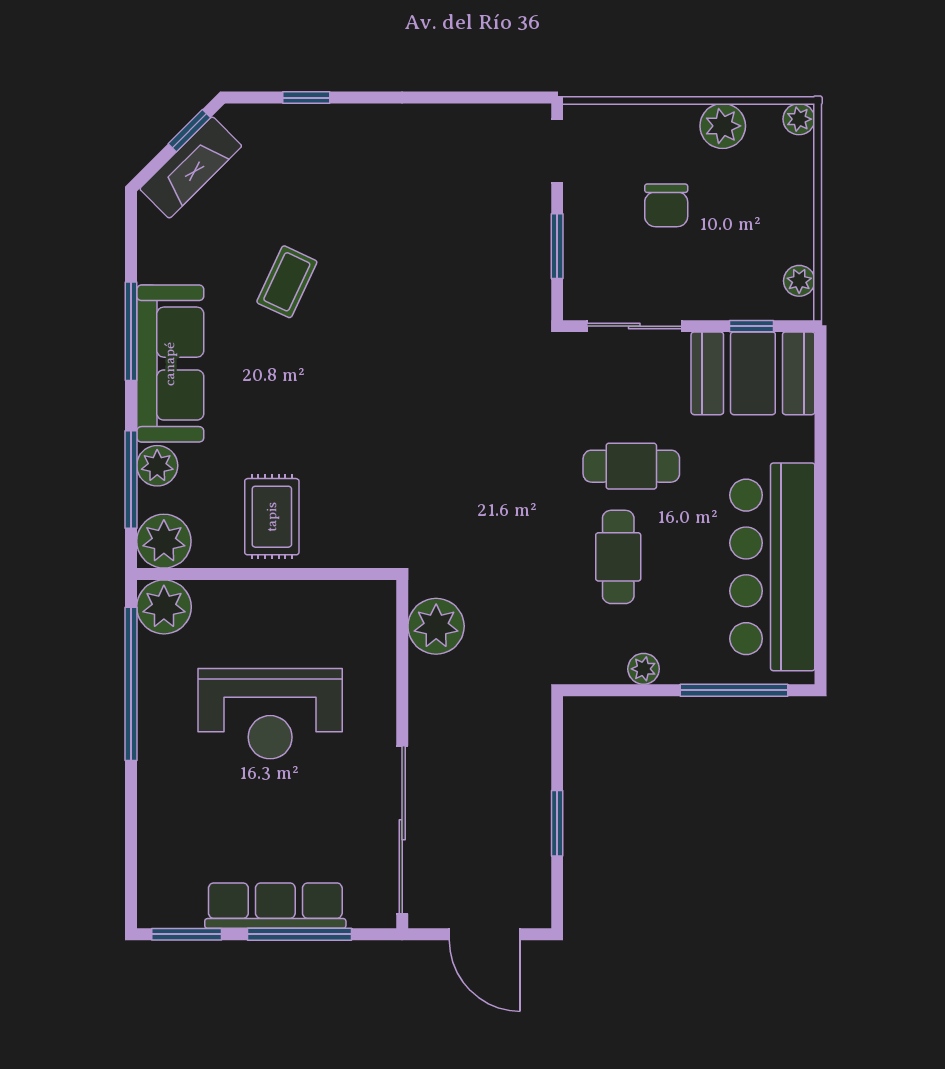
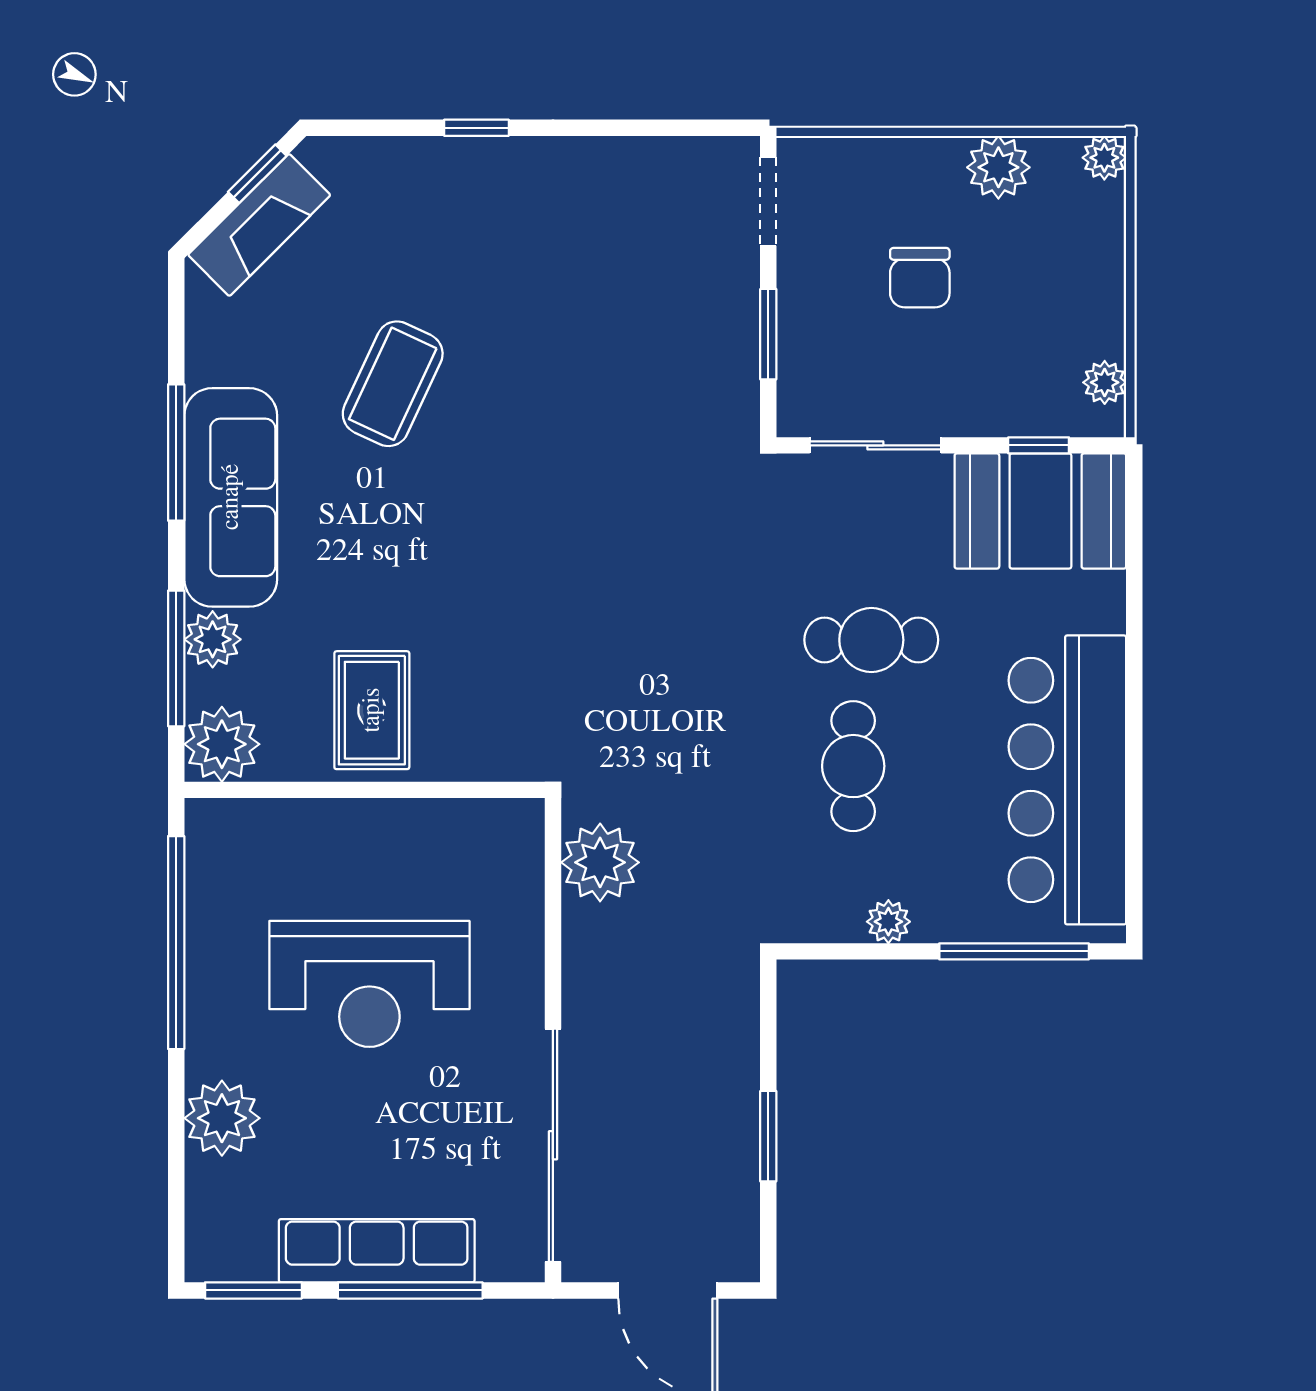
window: (306, 98) -> (476, 128), moved
coffee table: (287, 282) -> (393, 384), width x1.36, depth x1.30
plant: (164, 607) -> (222, 1118), moved

